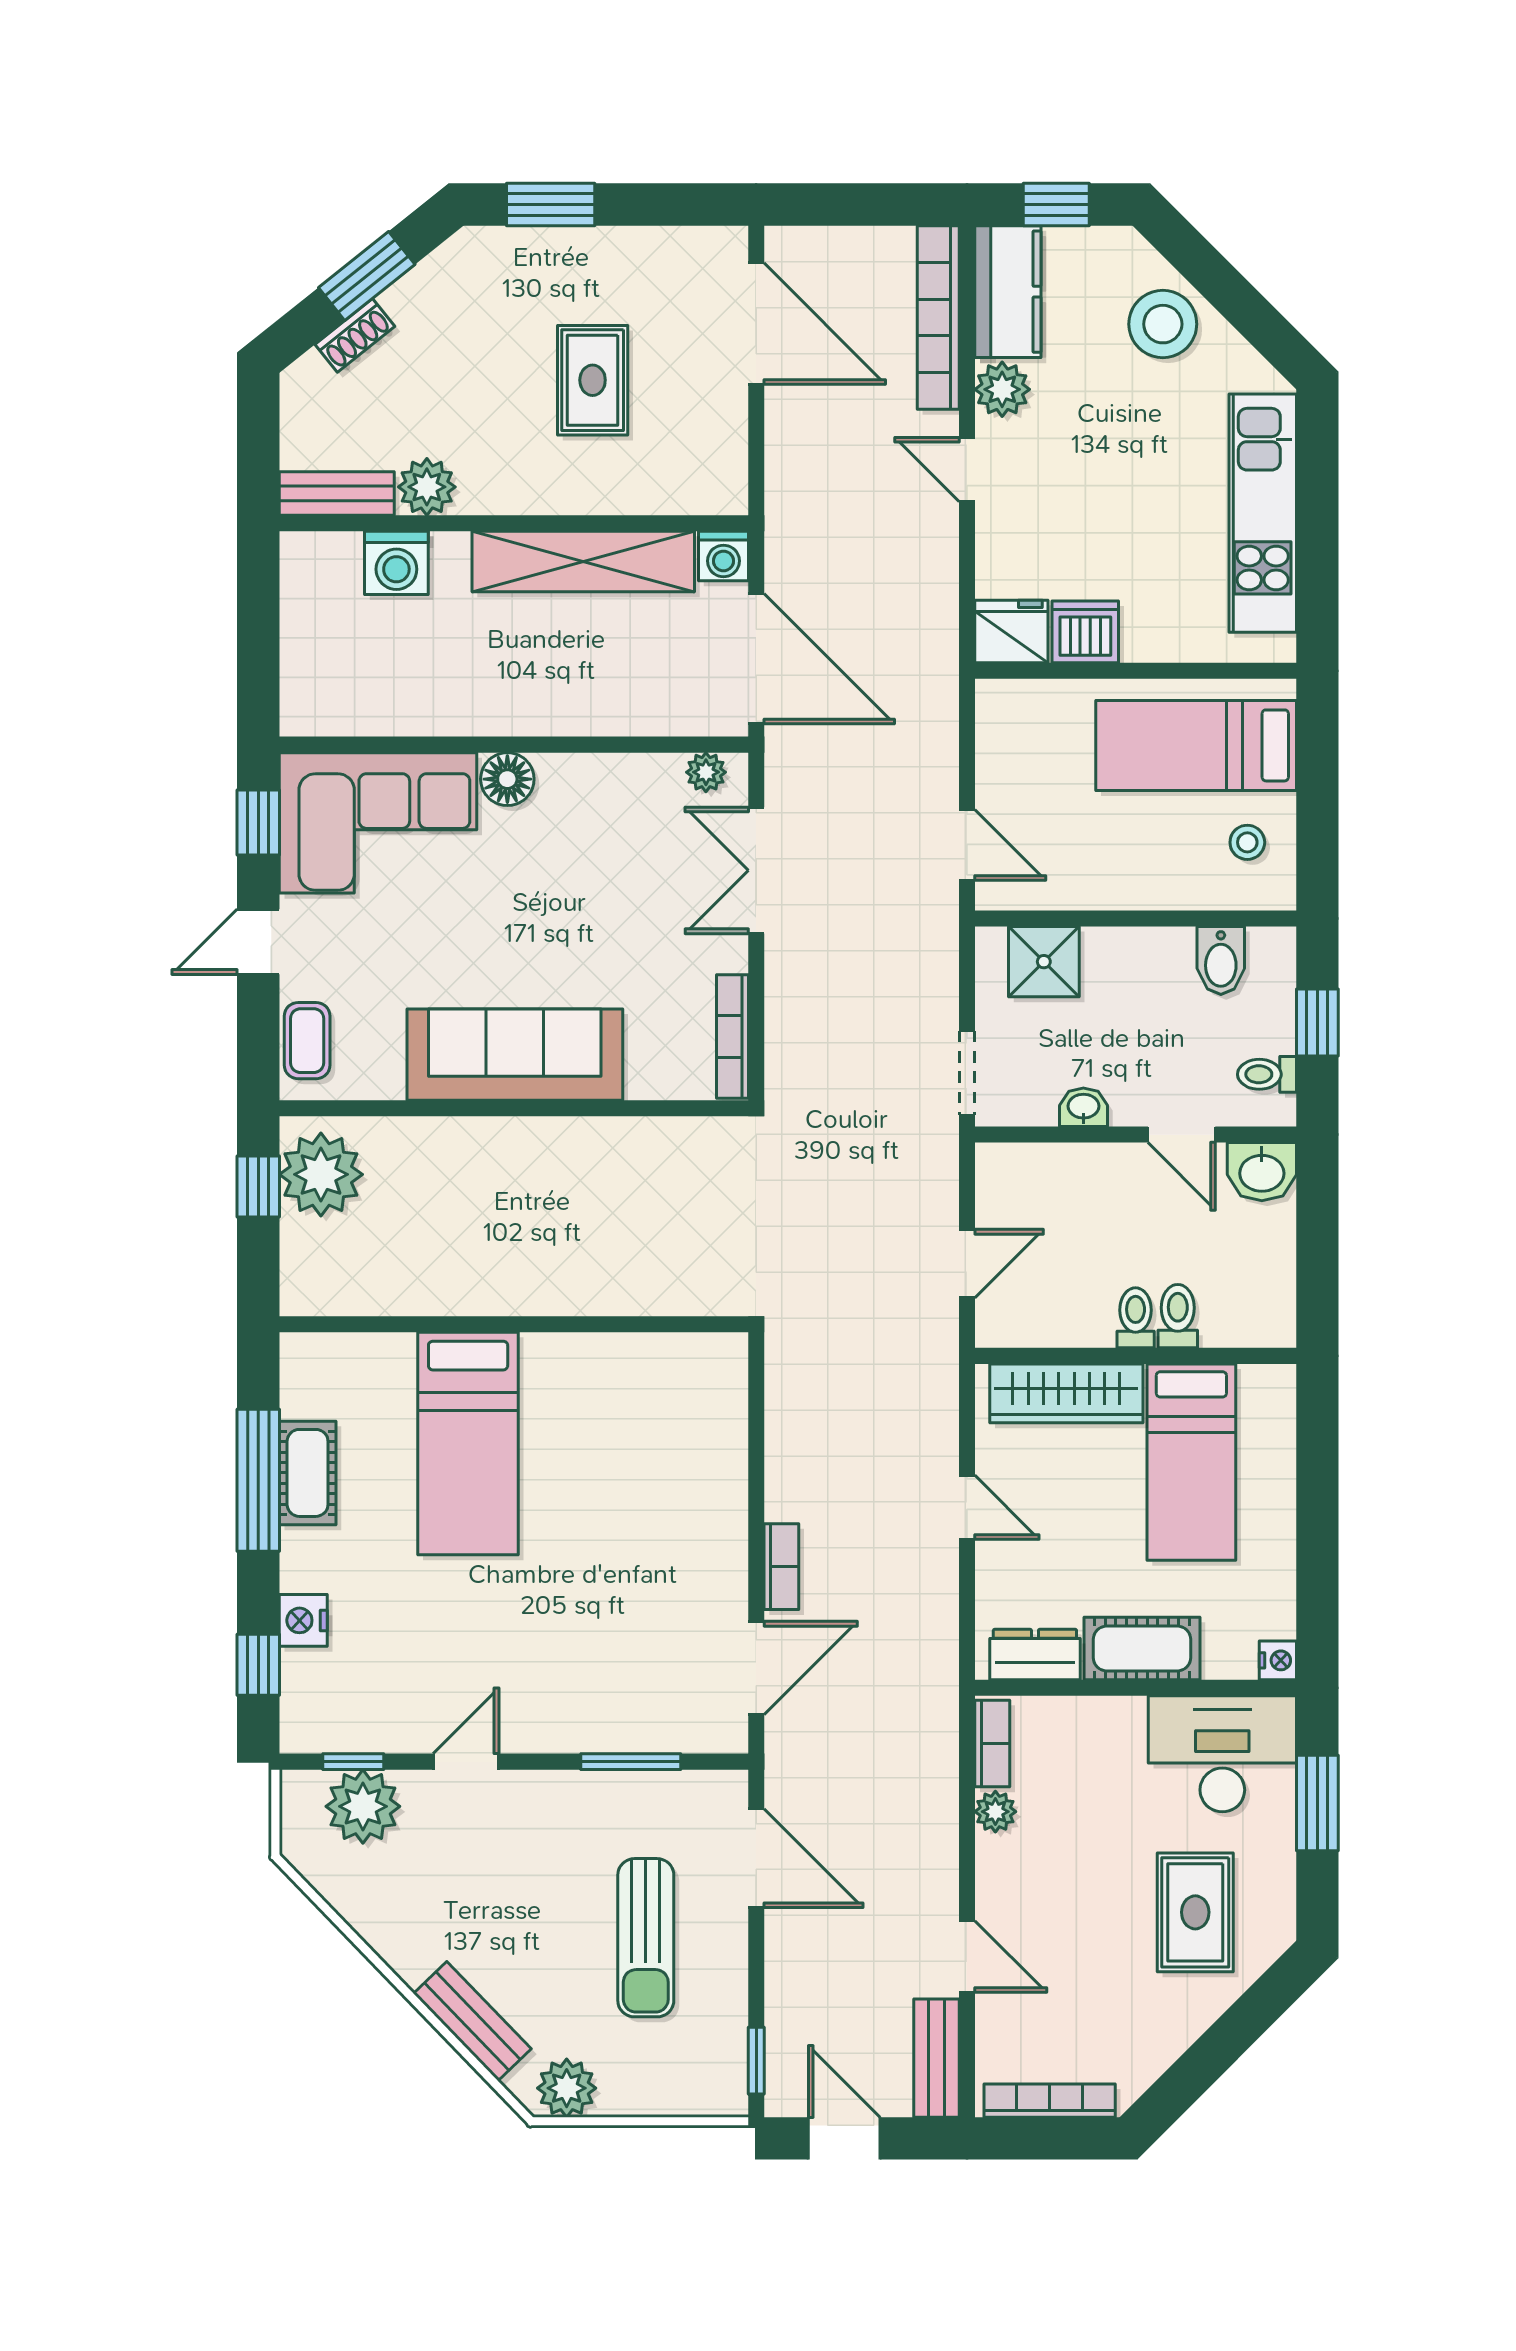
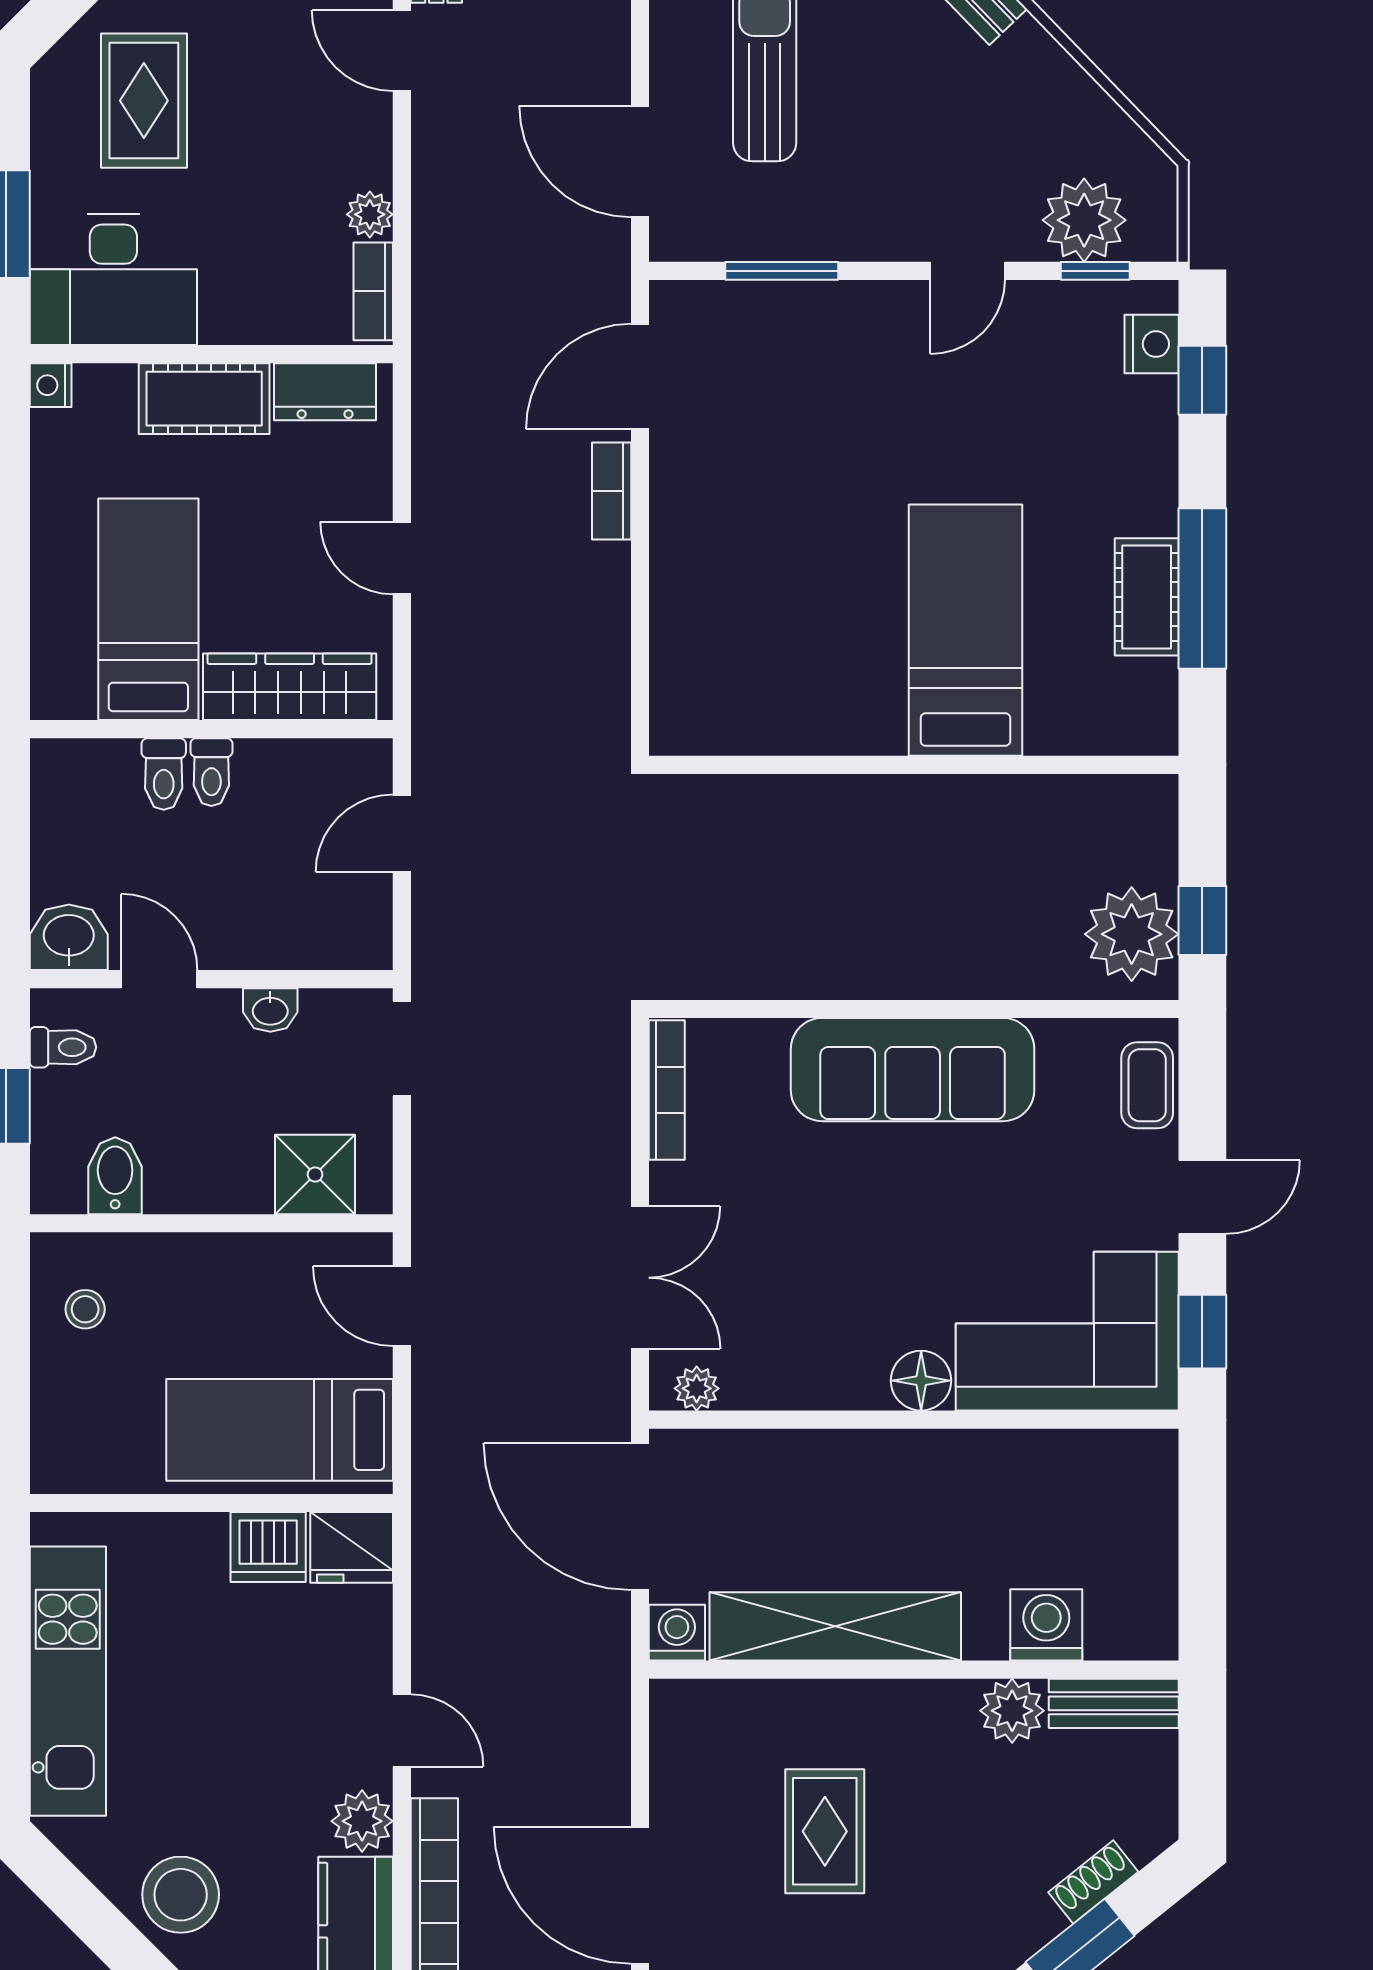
bed: (1196, 745) -> (280, 1430), moved, turned 180
nightstand: (303, 1620) -> (1152, 344), moved

